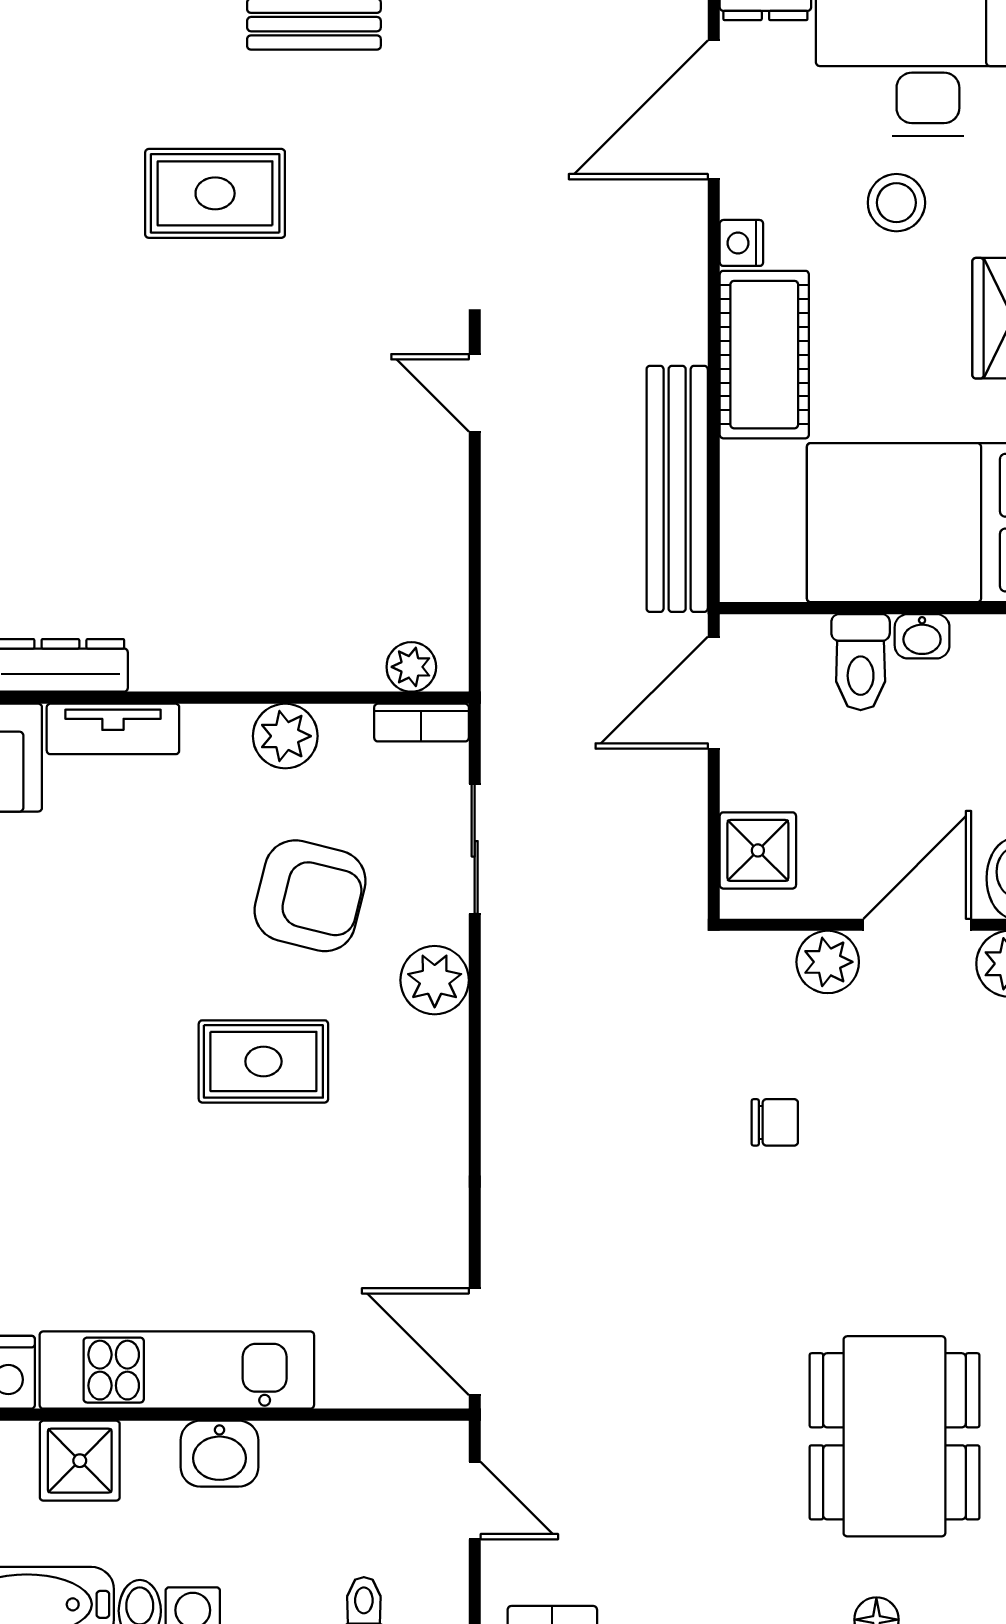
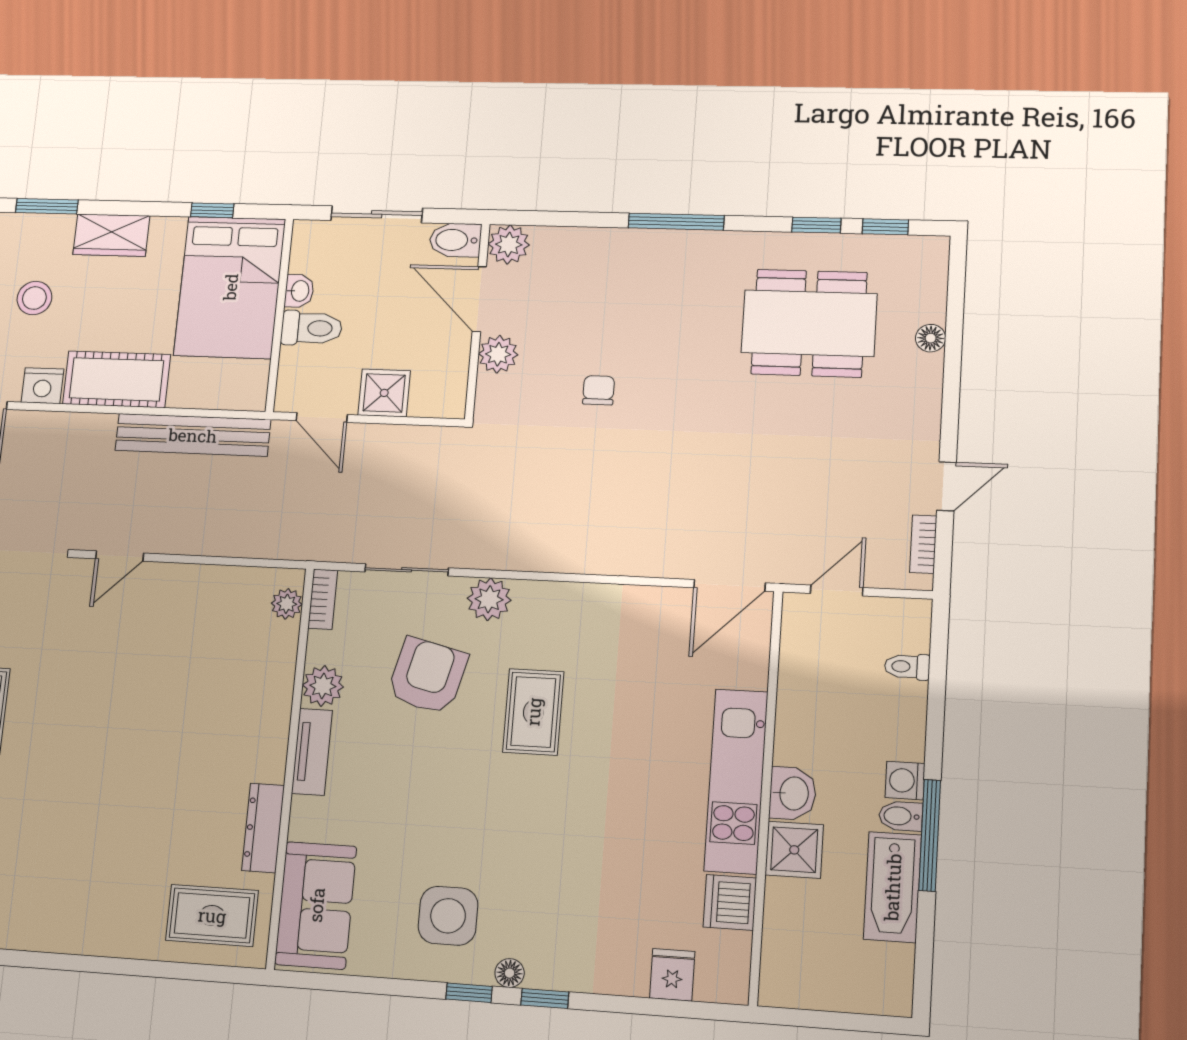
nightstand: (741, 243) -> (43, 386), width x1.39, depth x1.35
door: (714, 693) -> (322, 418), width x0.73
tv unit: (113, 729) -> (312, 752), moved
shower: (758, 850) -> (384, 393), moved
washbasin: (219, 1454) -> (793, 793), moved

